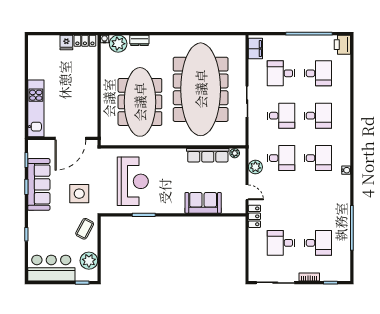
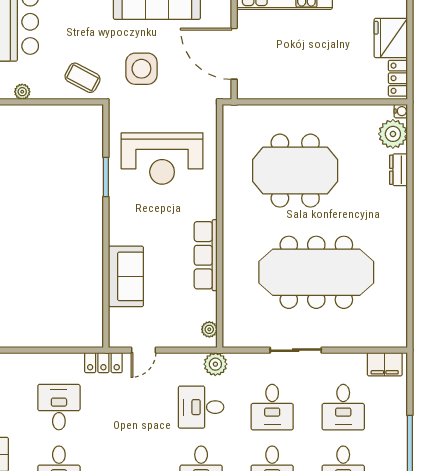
fridge: (66, 42) -> (391, 38), width x1.88, depth x1.34
desk: (281, 73) -> (343, 407), turned 180
meeting table: (201, 89) -> (316, 272), width x0.73, depth x0.79
meeting table: (140, 102) -> (295, 171), width x0.73
row of seats: (208, 155) -> (206, 255), moved
desk: (281, 158) -> (201, 407), turned 90
plant: (255, 167) -> (215, 364), moved
plant: (89, 261) -> (22, 92), width x0.53, depth x0.53

